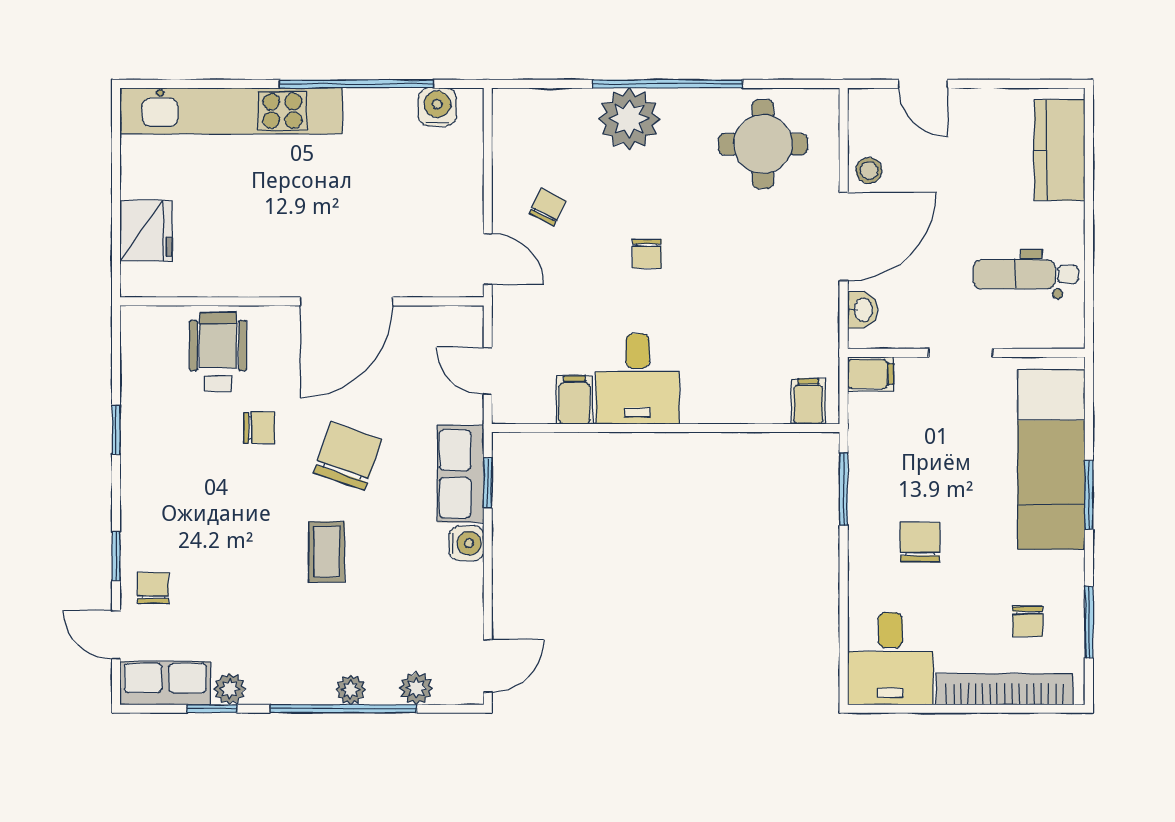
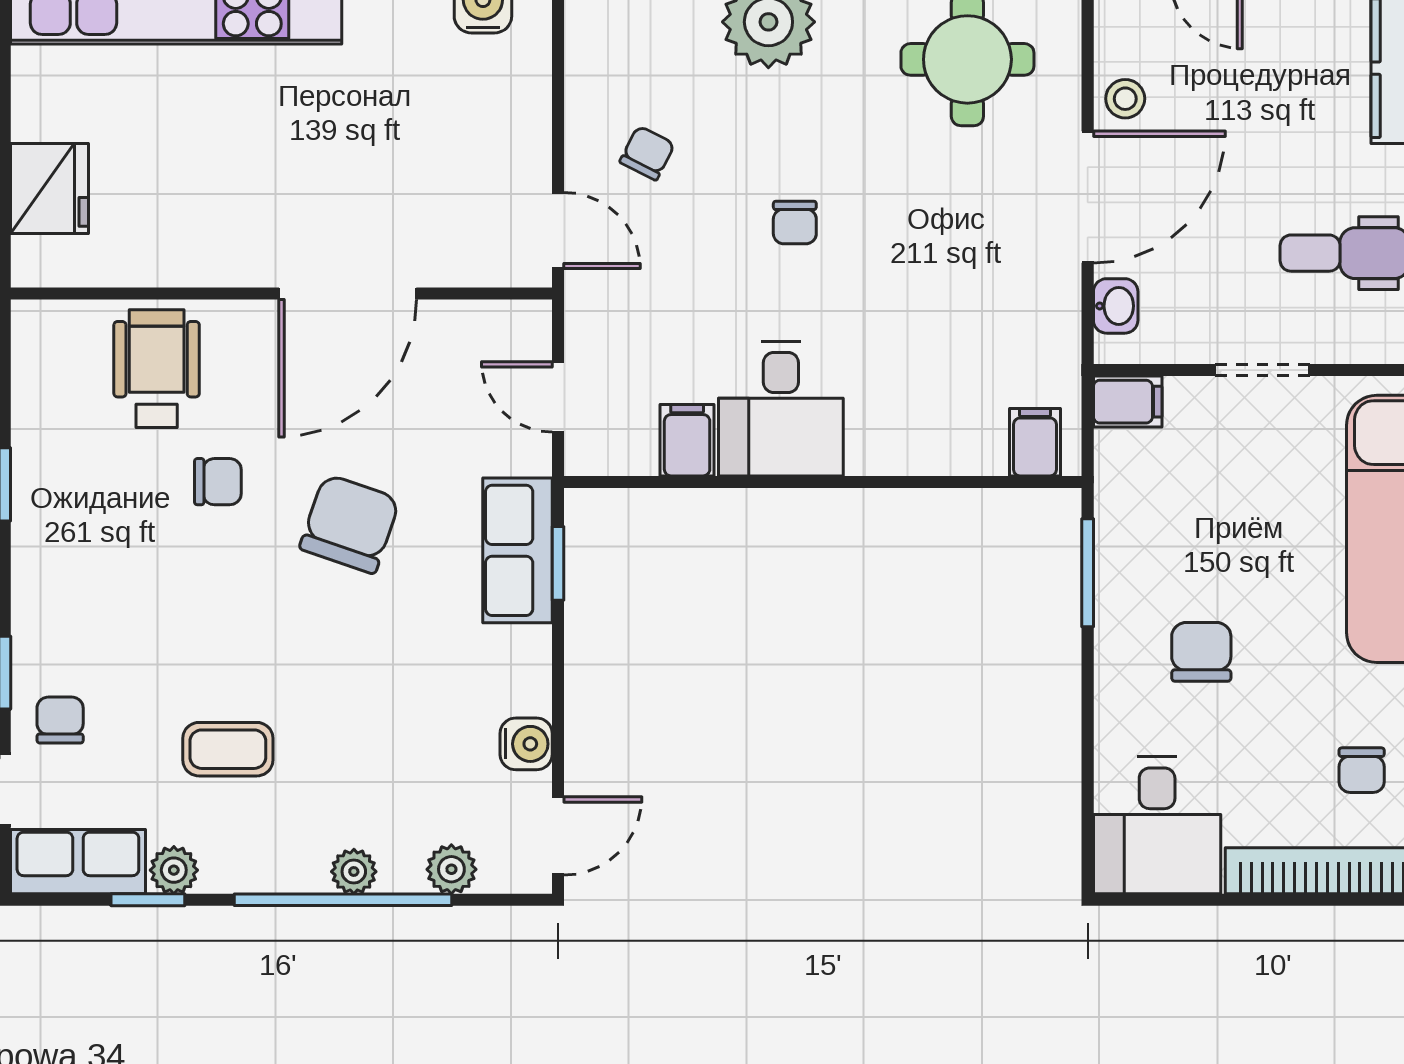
water cooler: (466, 543) -> (526, 744), moved
coffee table: (327, 552) -> (228, 749), moved, turned 90

